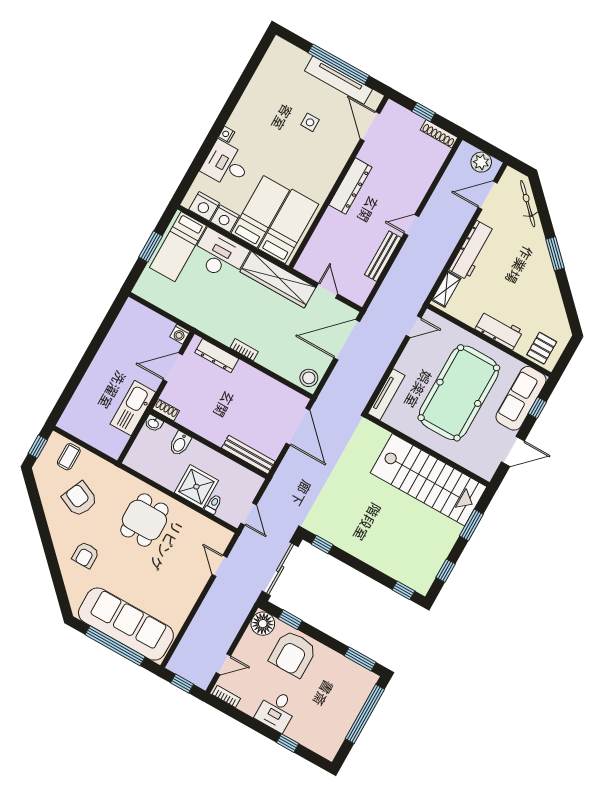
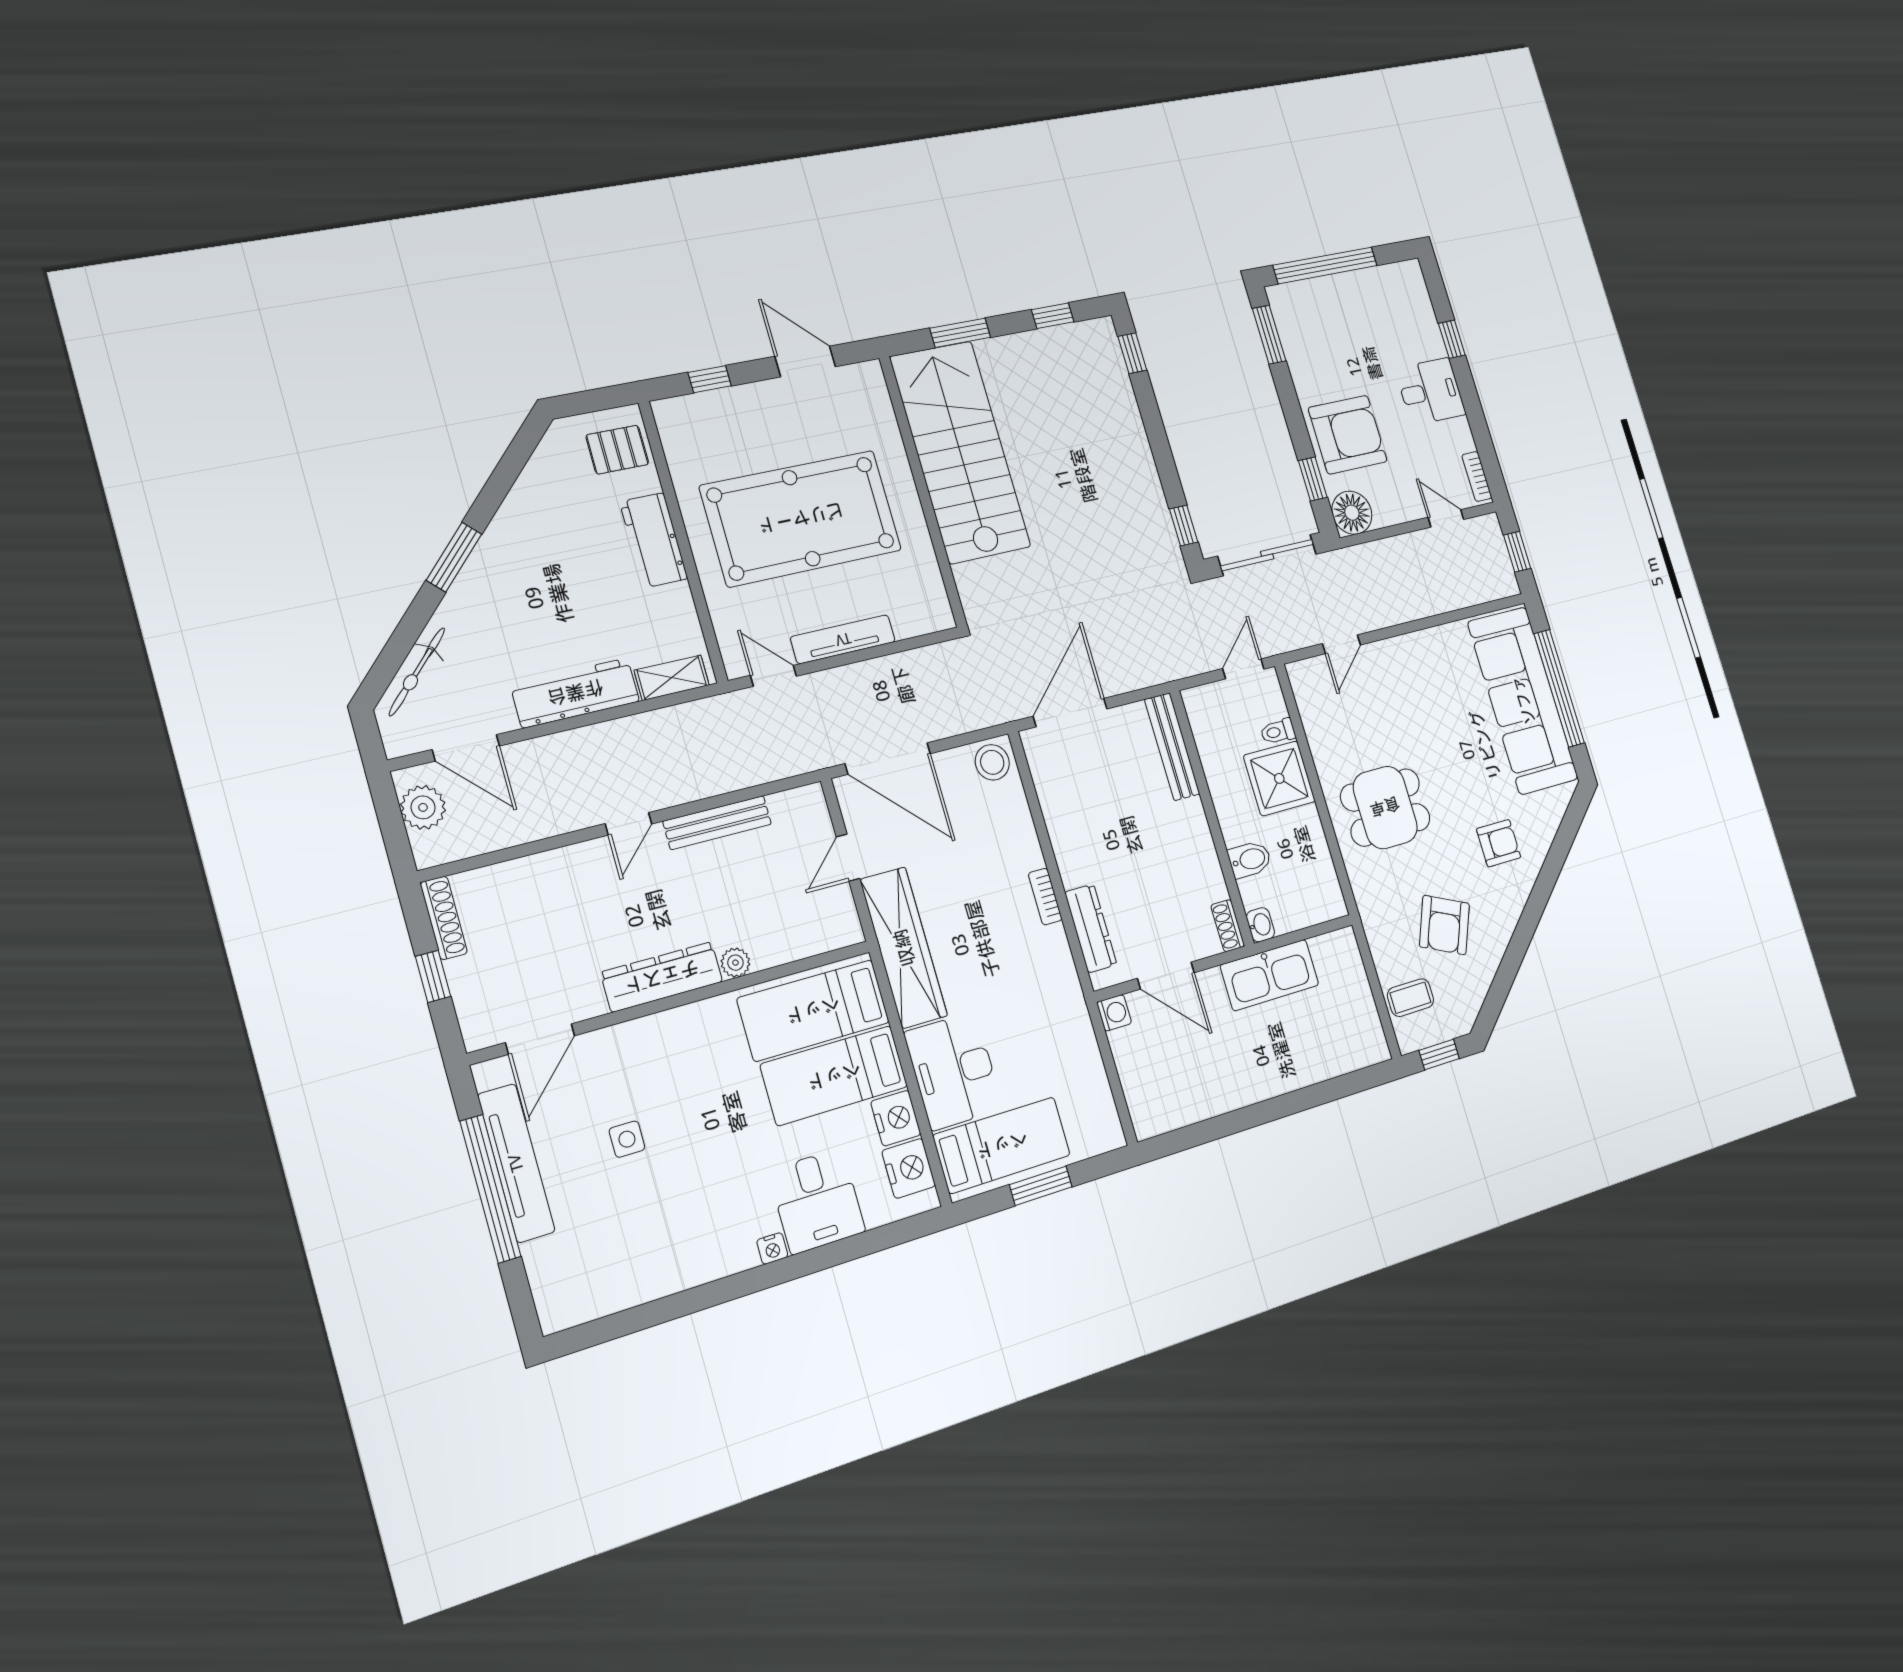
plant: (331, 216) -> (735, 963), added
door: (411, 225) -> (628, 824), hinge flipped
tv unit: (386, 394) -> (843, 639), moved
sofa: (521, 398) -> (720, 416), removed

